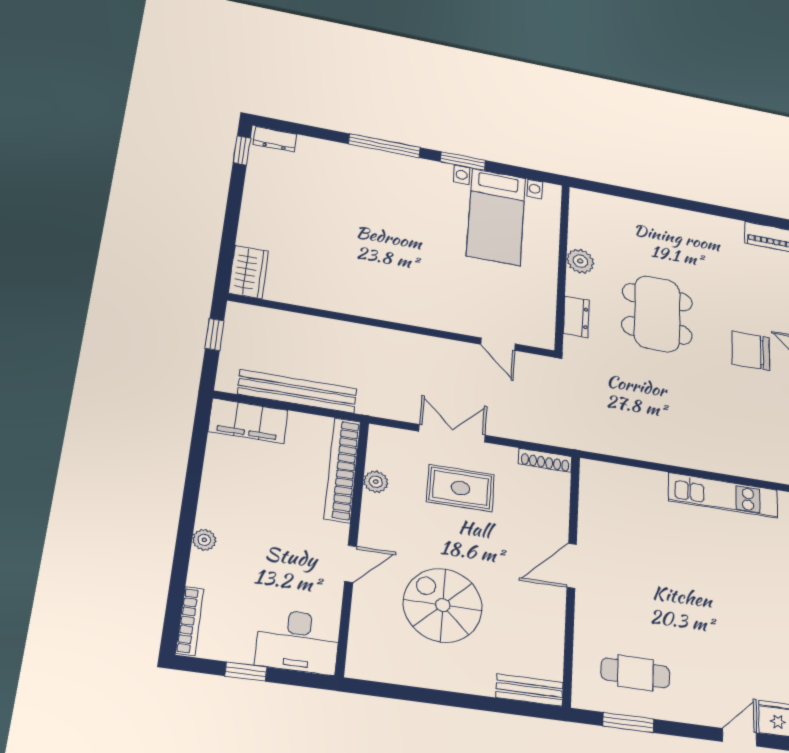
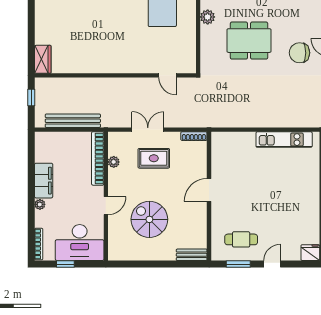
dining table: (657, 314) -> (249, 41), turned 90
dresser: (576, 317) -> (207, 51), removed
filing cabinet: (248, 421) -> (44, 181), moved, turned -90
desk: (298, 641) -> (80, 243), width x1.36, depth x1.30
door: (740, 737) -> (272, 264), moved

